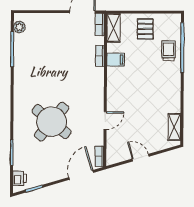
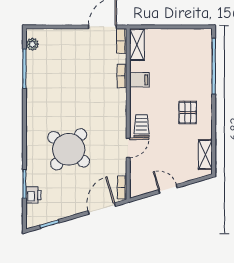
pallet: (145, 29) -> (188, 113), moved
trolley: (168, 51) -> (142, 126), moved
printer: (20, 178) -> (33, 195), moved

